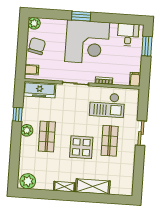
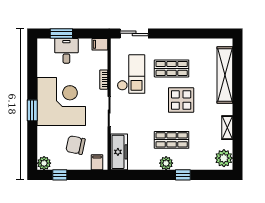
desk: (128, 35) -> (66, 51), moved, turned 90
window: (23, 36) -> (60, 175), added
chair: (37, 46) -> (75, 145), moved
window: (18, 114) -> (183, 175), moved
sliding door: (141, 133) -> (134, 33), moved
shelving: (64, 187) -> (227, 128), moved
shelving: (93, 187) -> (225, 75), width x1.47

